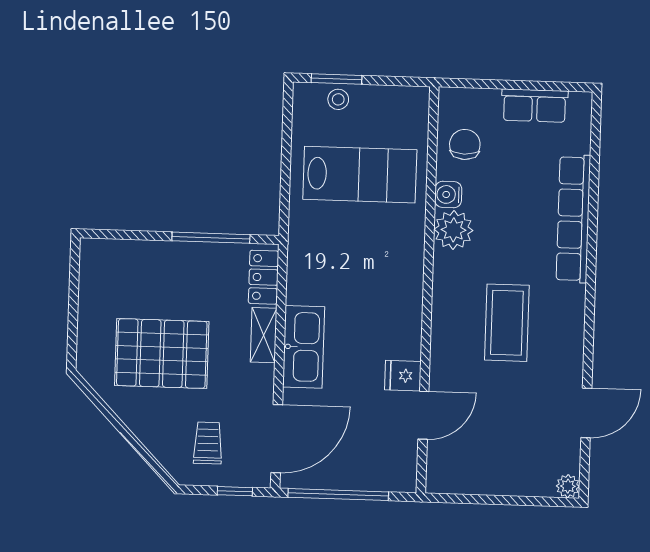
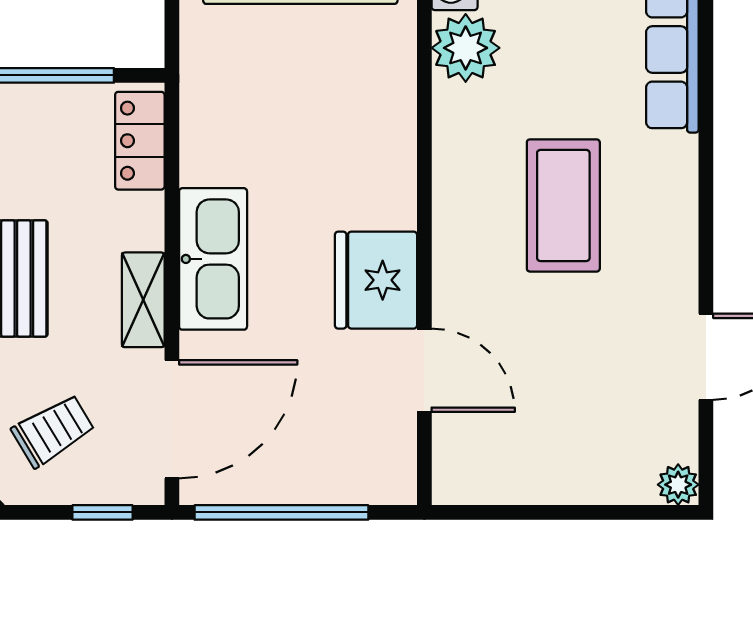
shelving: (264, 335) -> (143, 300), moved
fridge: (403, 376) -> (376, 280), width x1.88, depth x1.34
door: (423, 415) -> (424, 370), hinge flipped
trolley: (208, 443) -> (53, 431), turned 59

